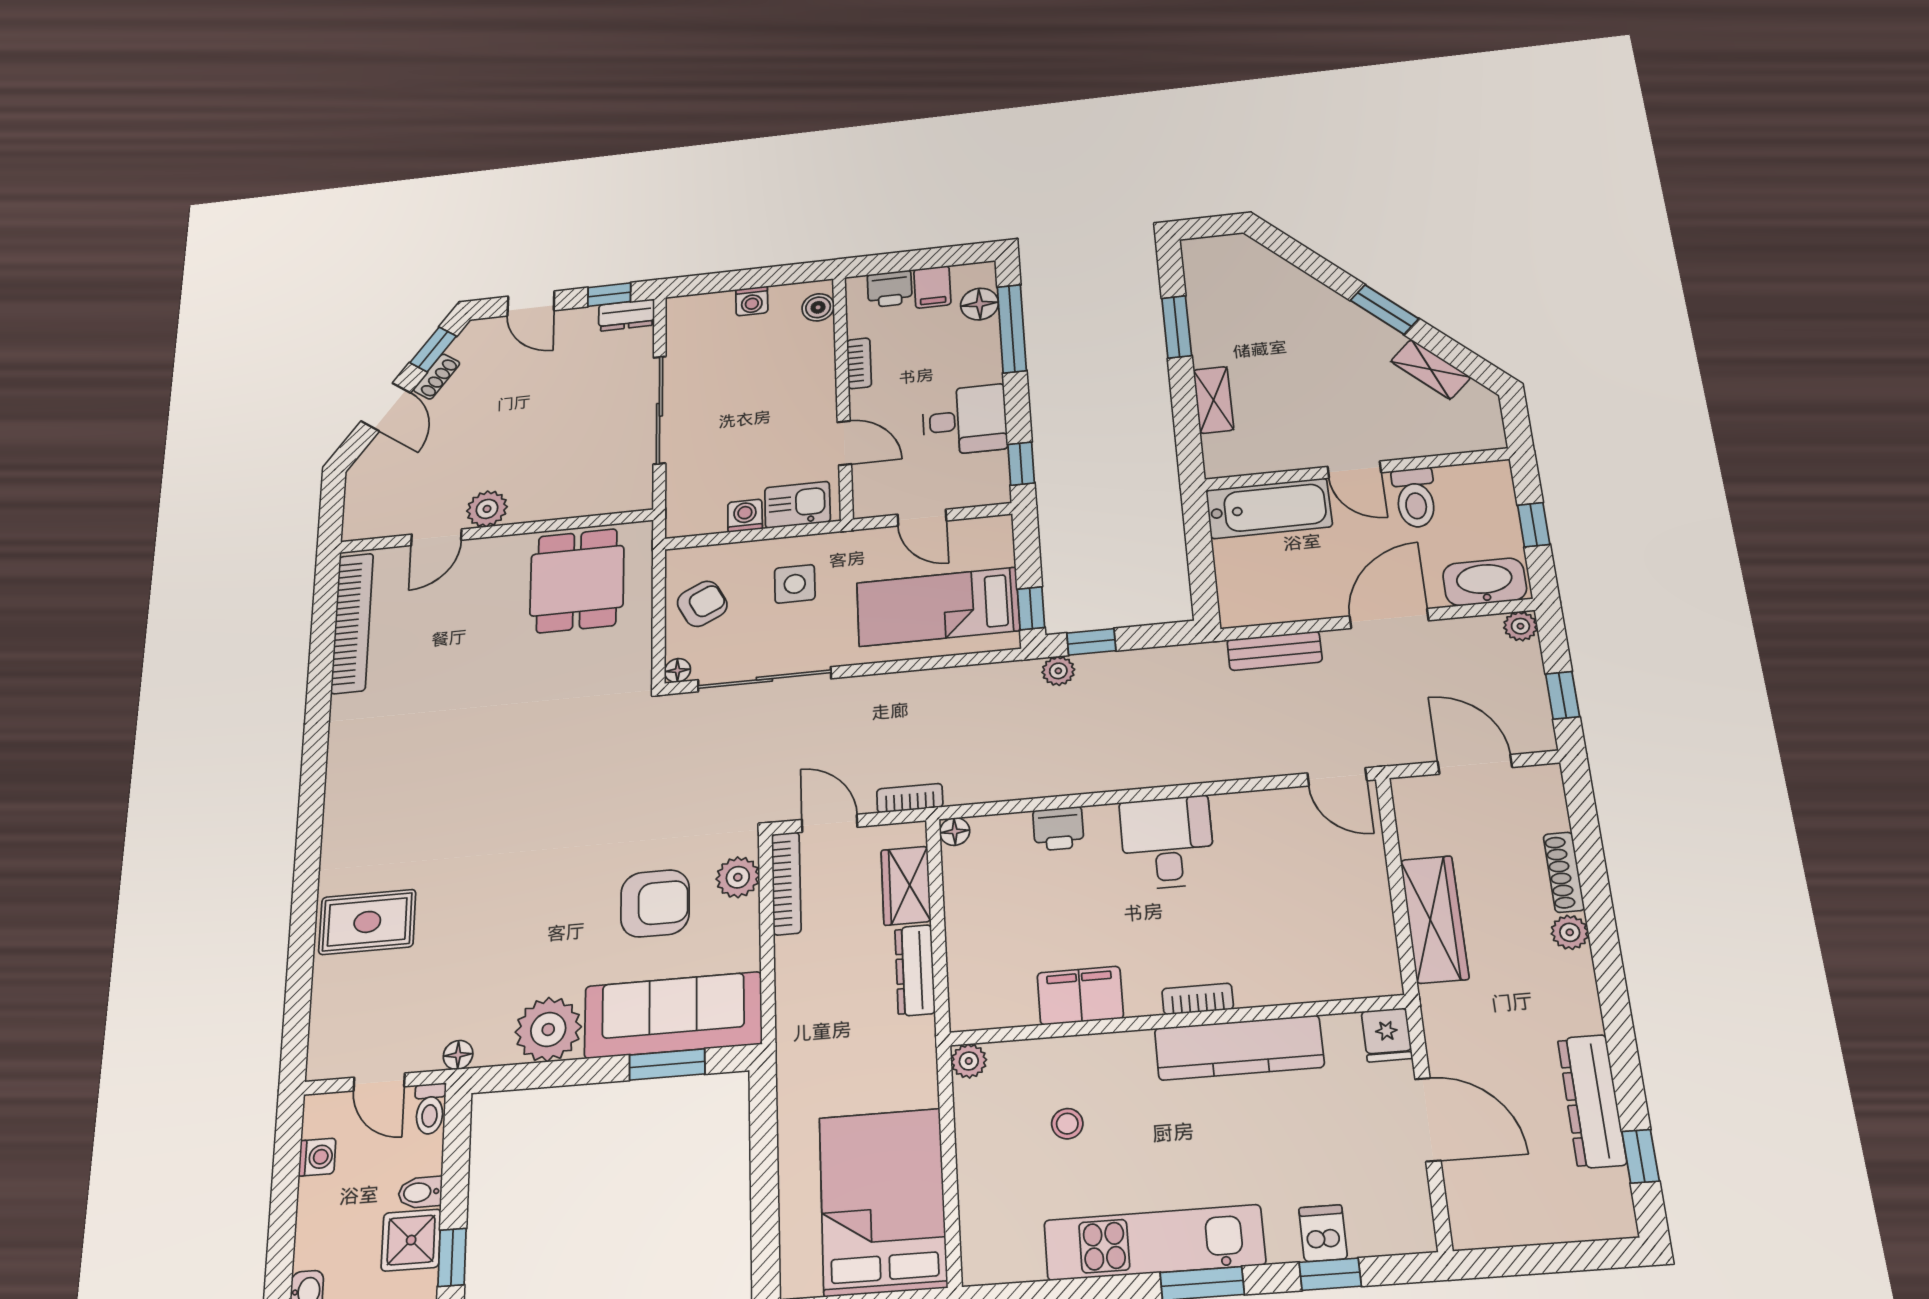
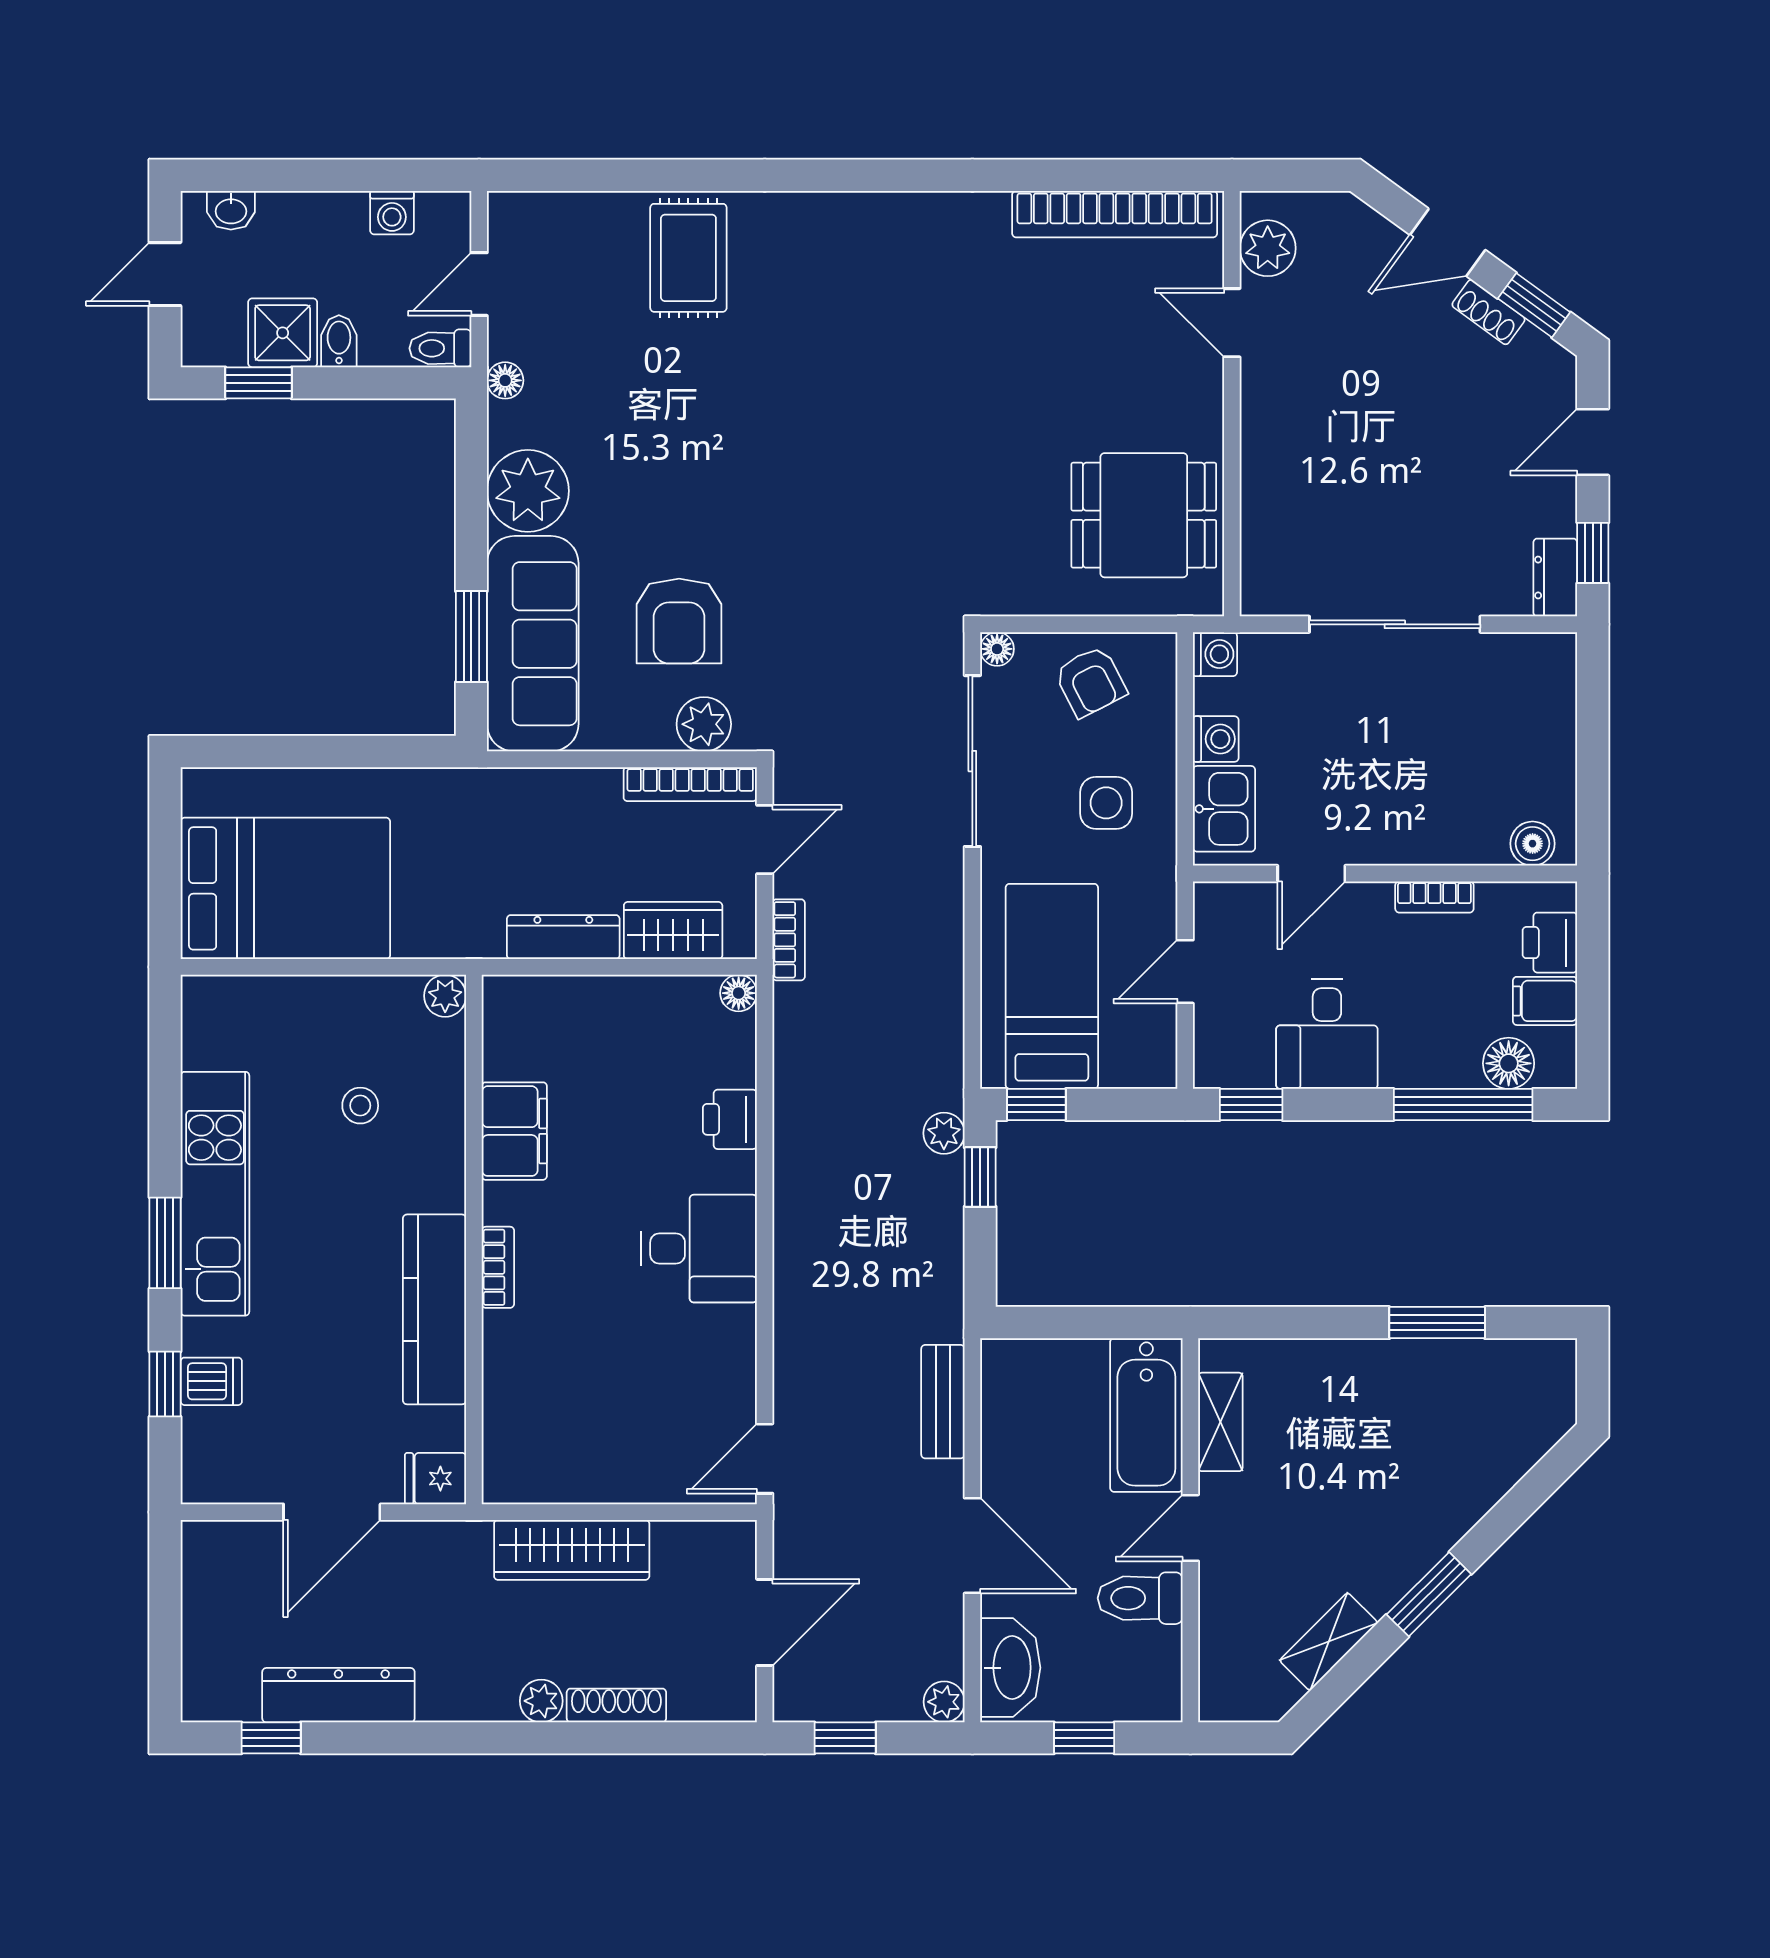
washing machine: (752, 301) -> (1215, 654), moved, turned 180
shelving: (1213, 400) -> (1220, 1422), moved, turned 90
plant: (487, 509) -> (1268, 248), moved

